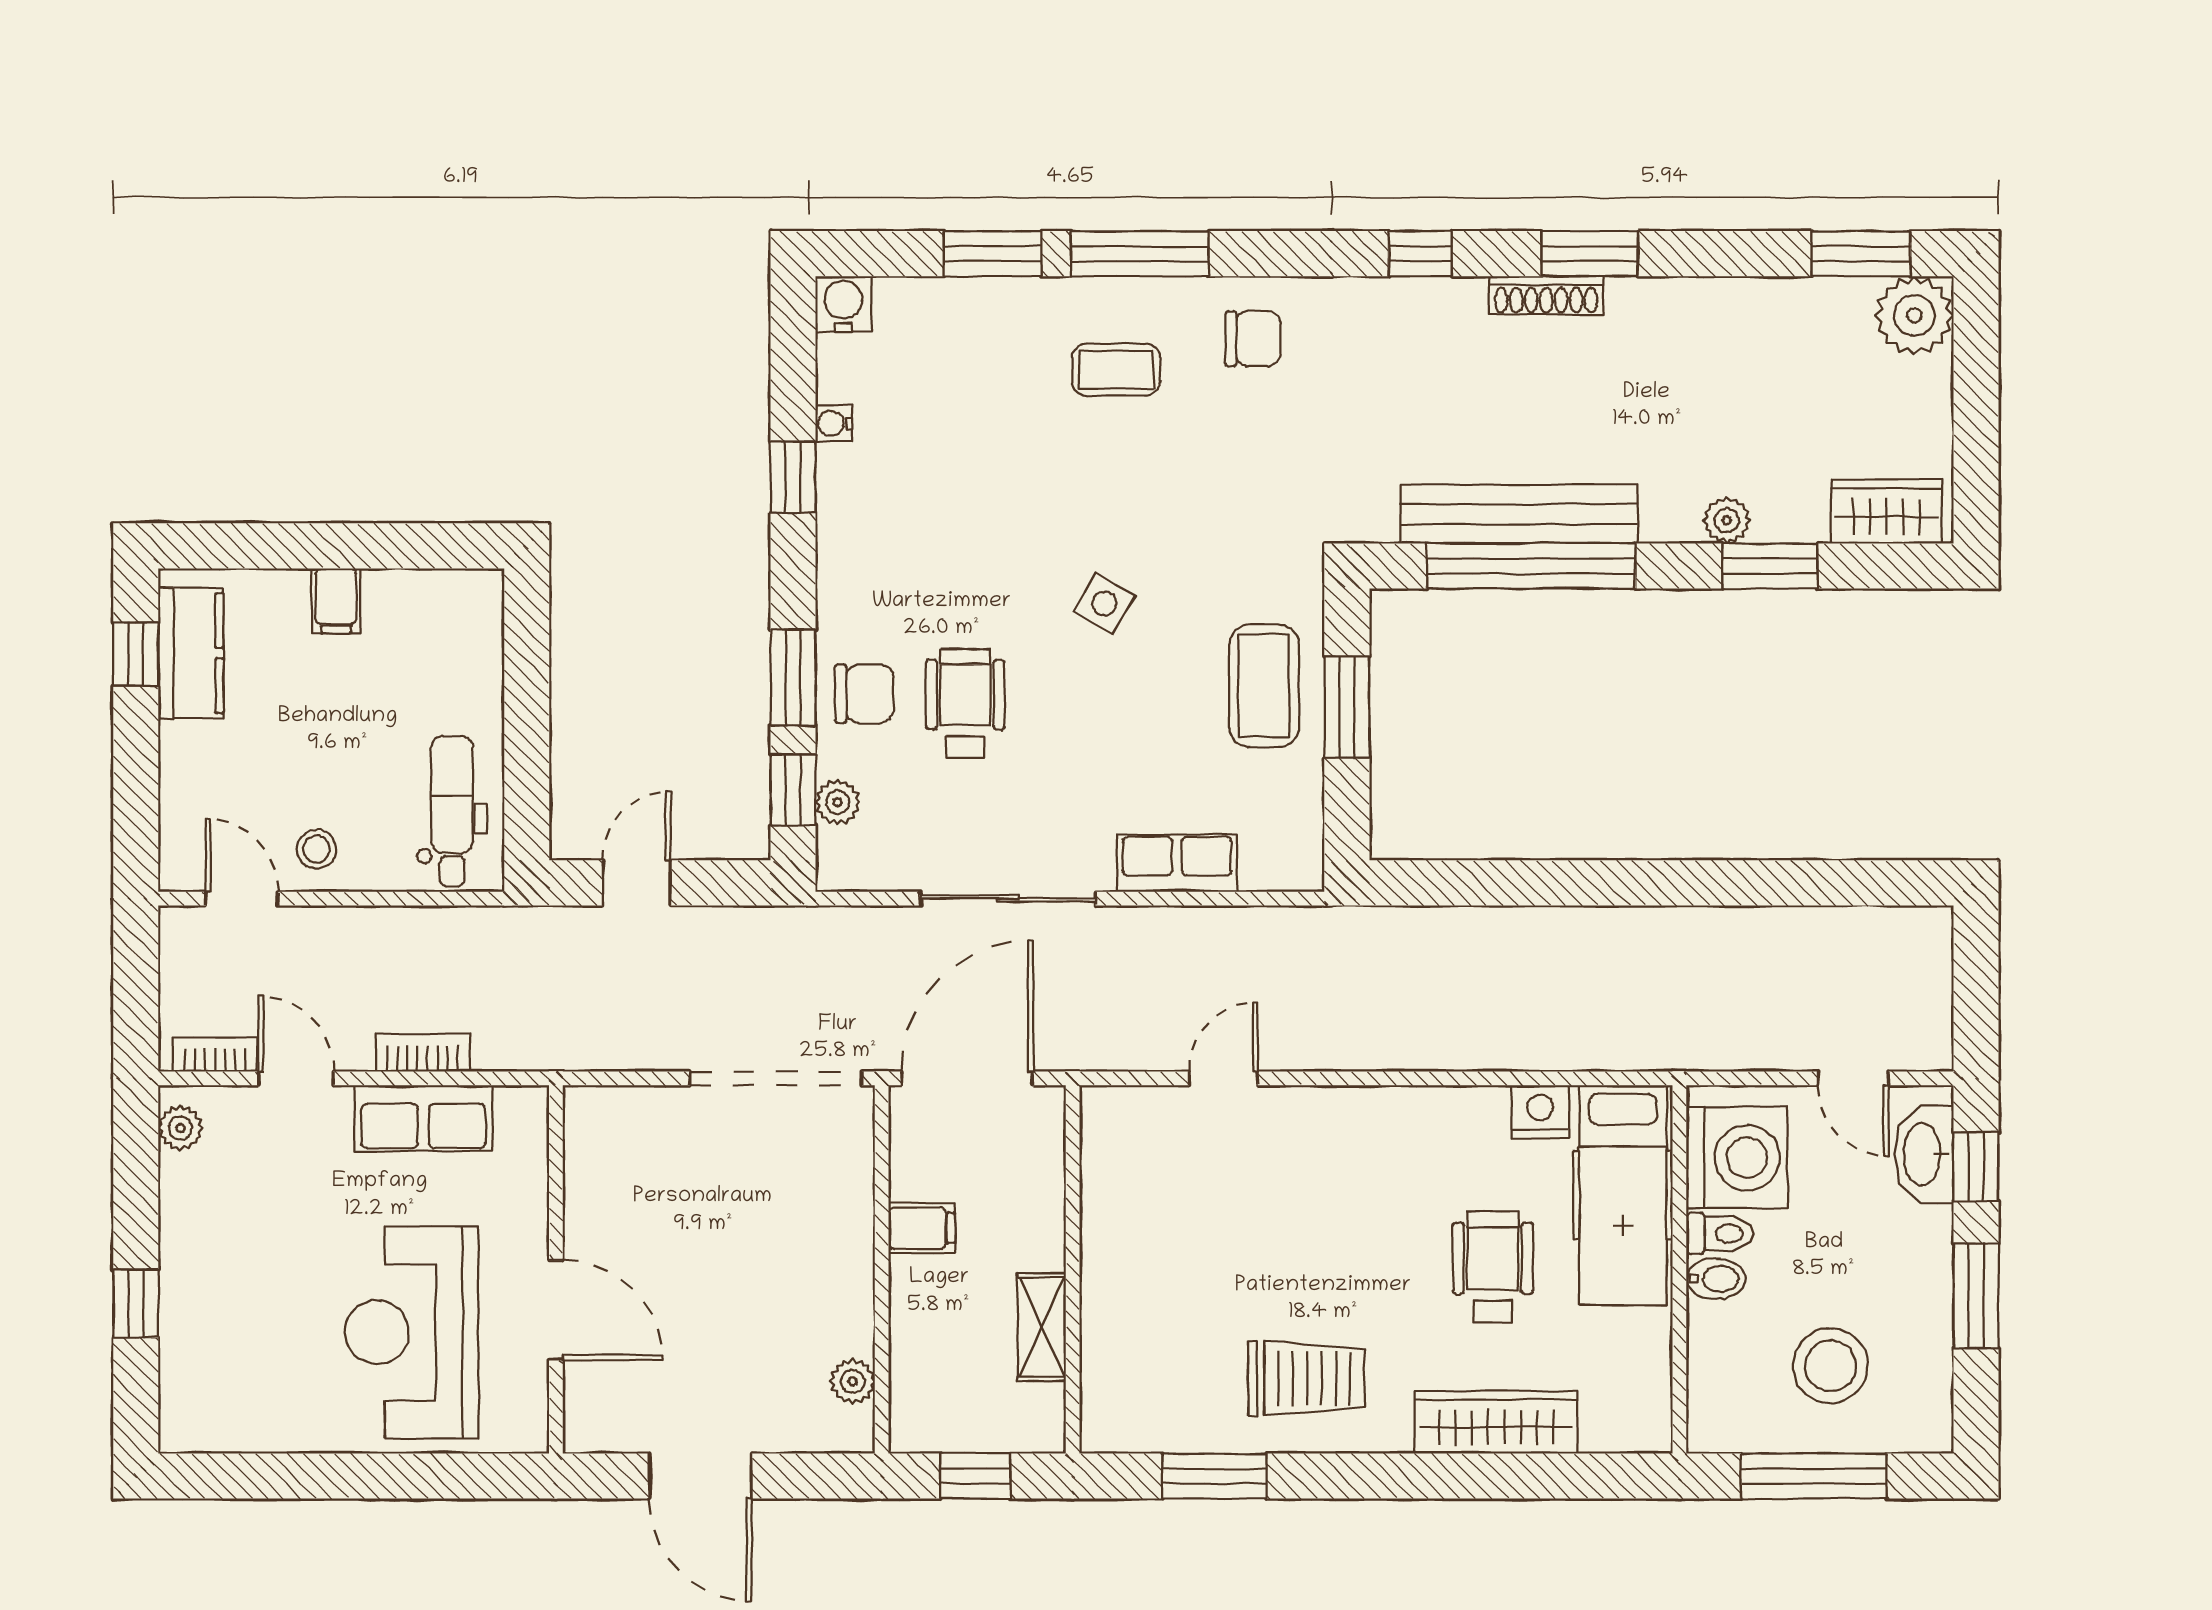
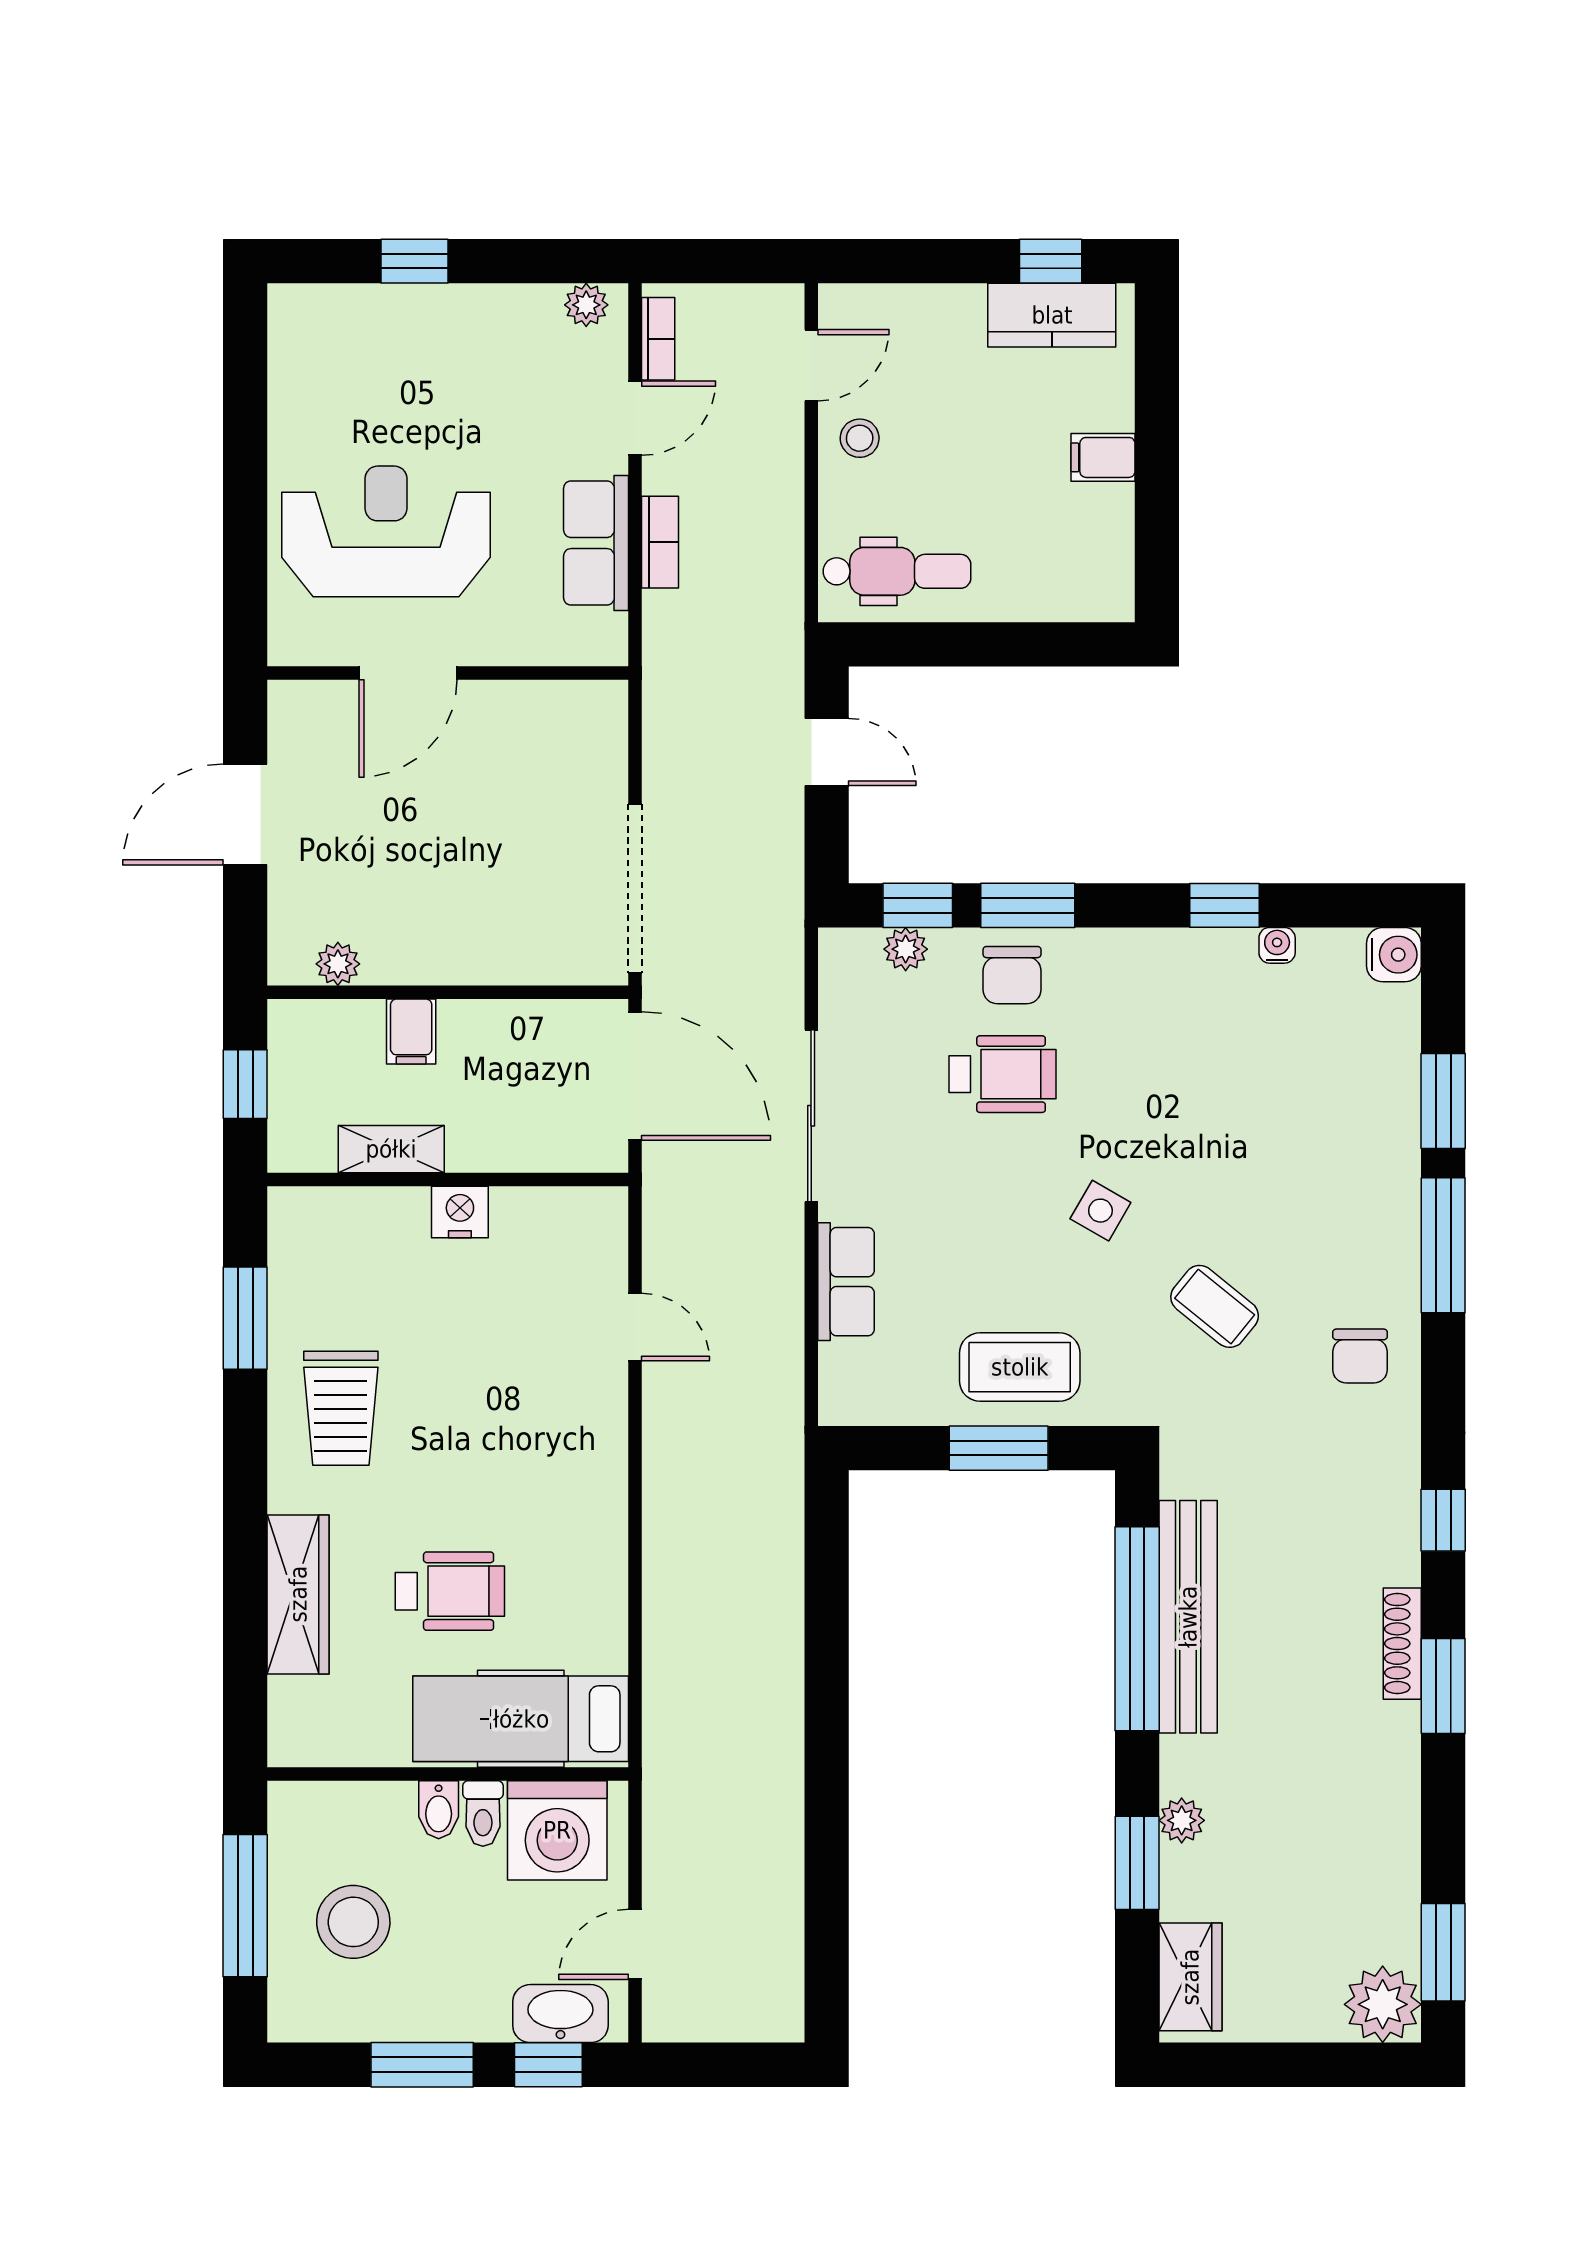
coffee table: (1116, 370) -> (1215, 1306), moved, turned -51
nightstand: (1540, 1112) -> (460, 1212), moved, turned -90
filing cabinet: (922, 1228) -> (411, 1032), moved

